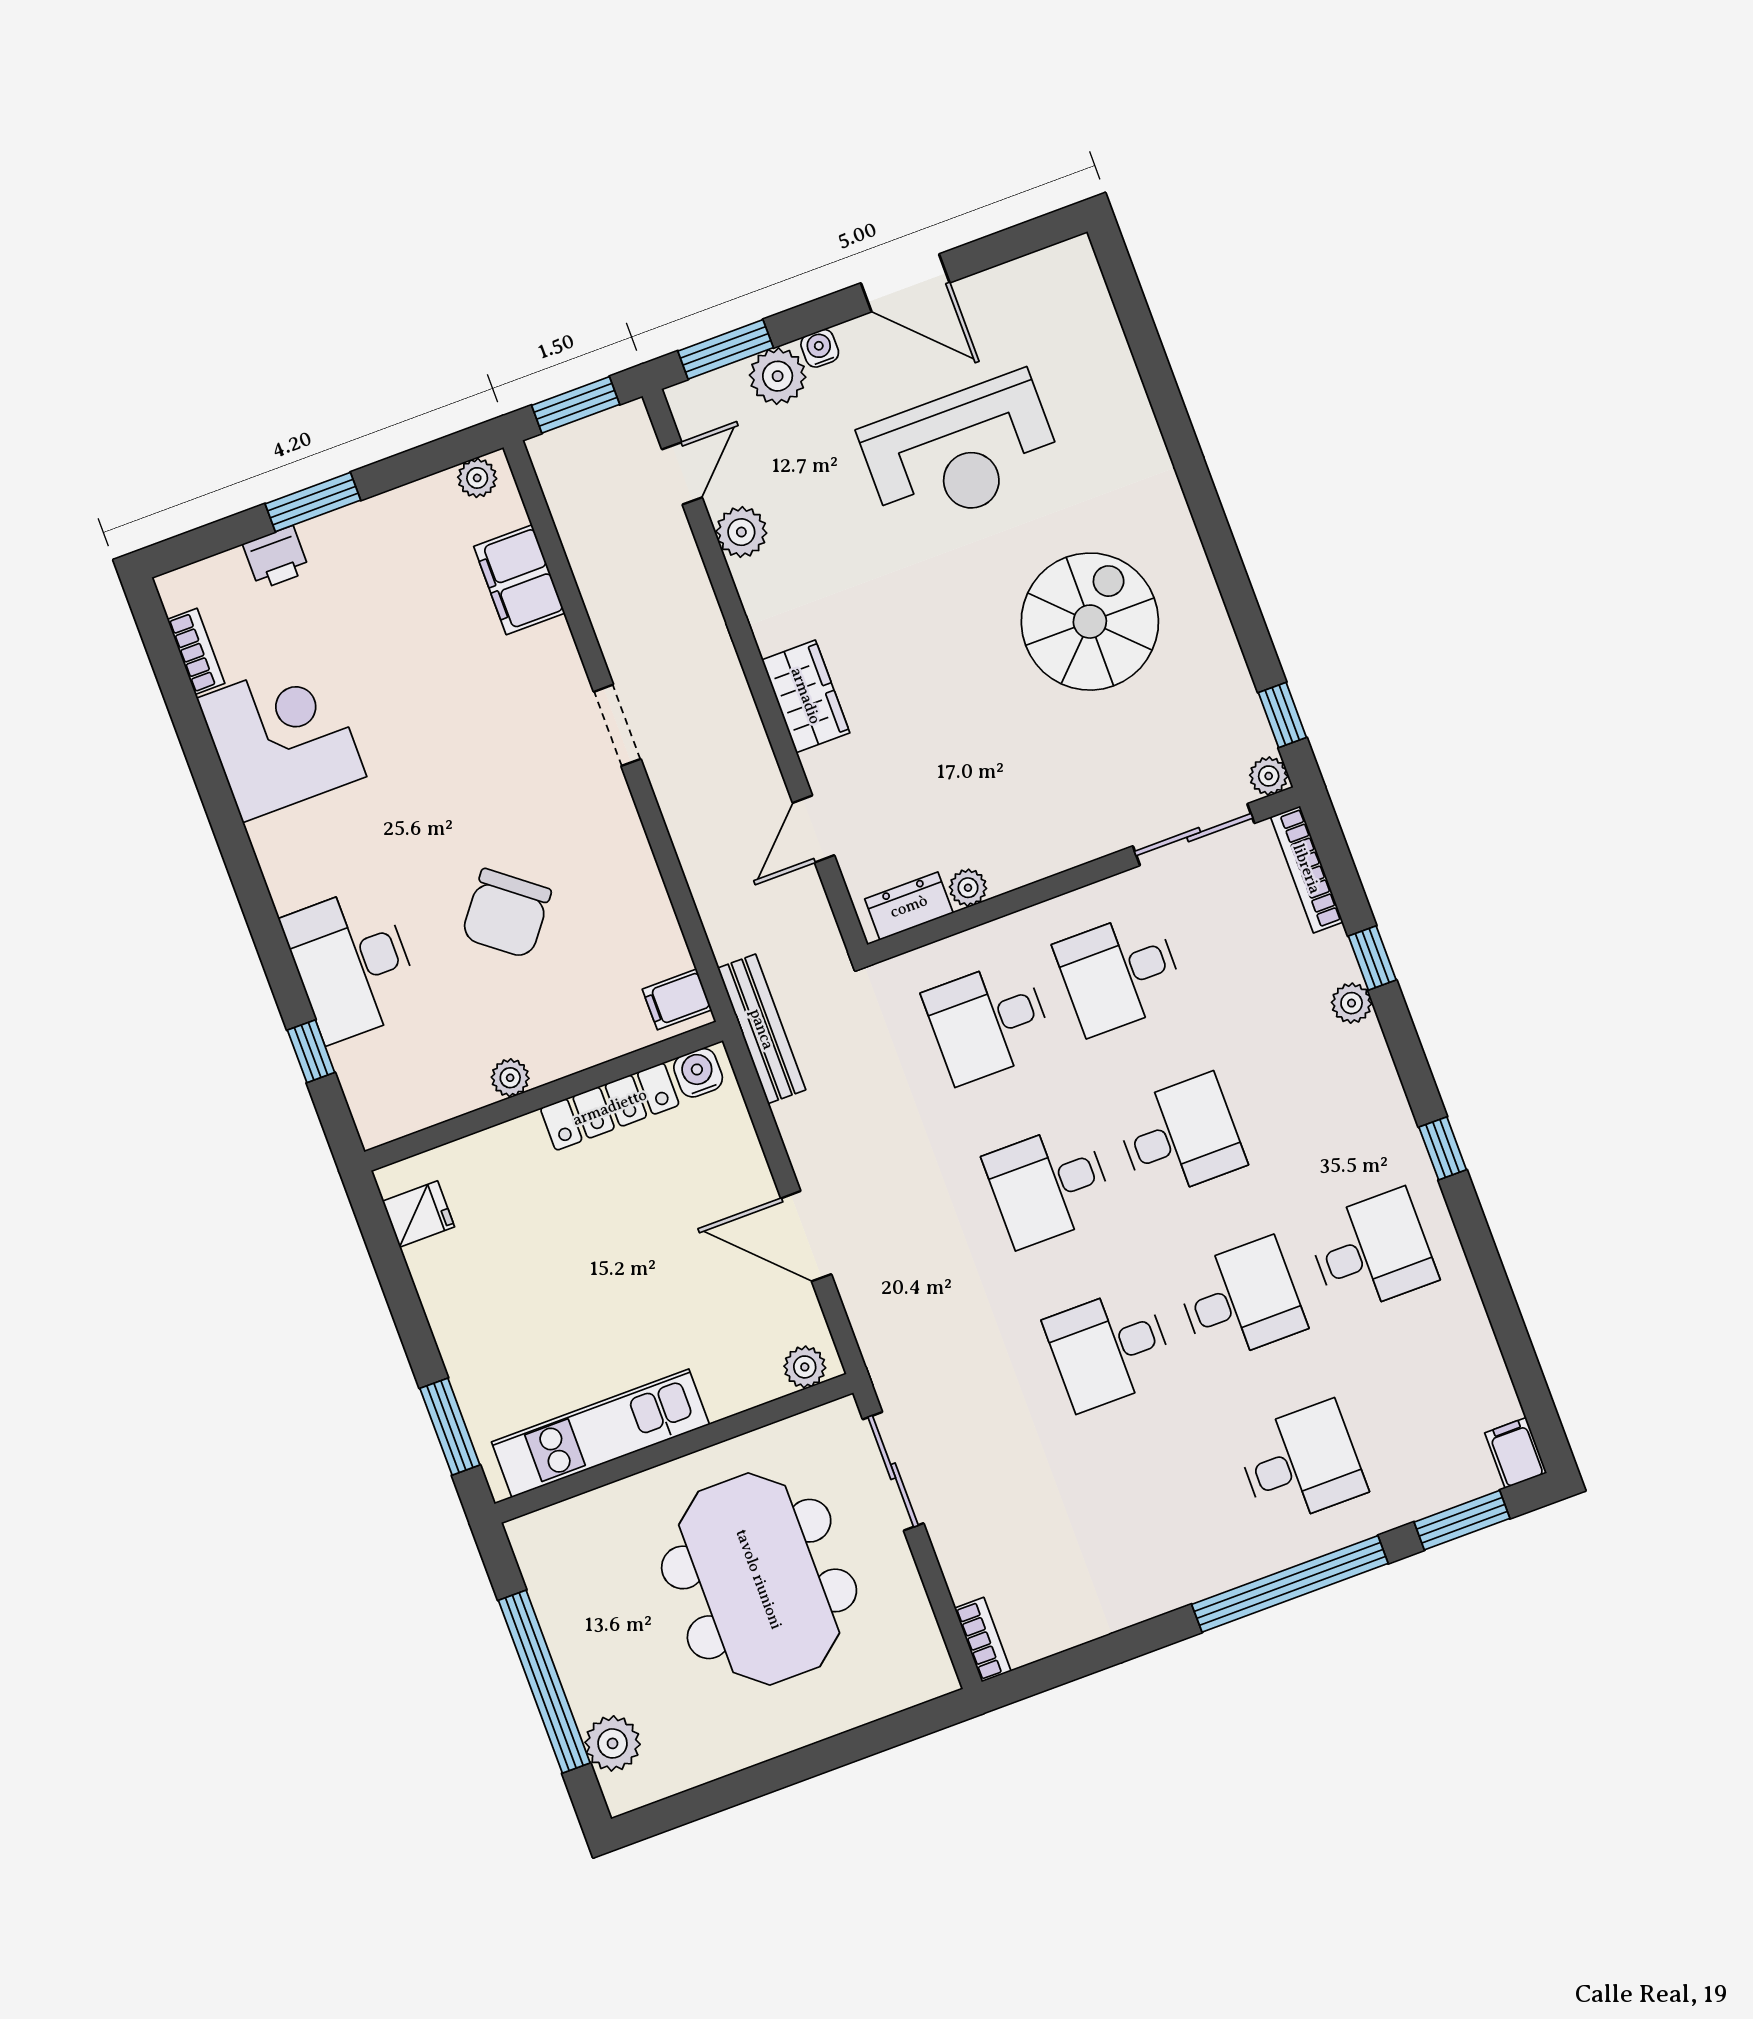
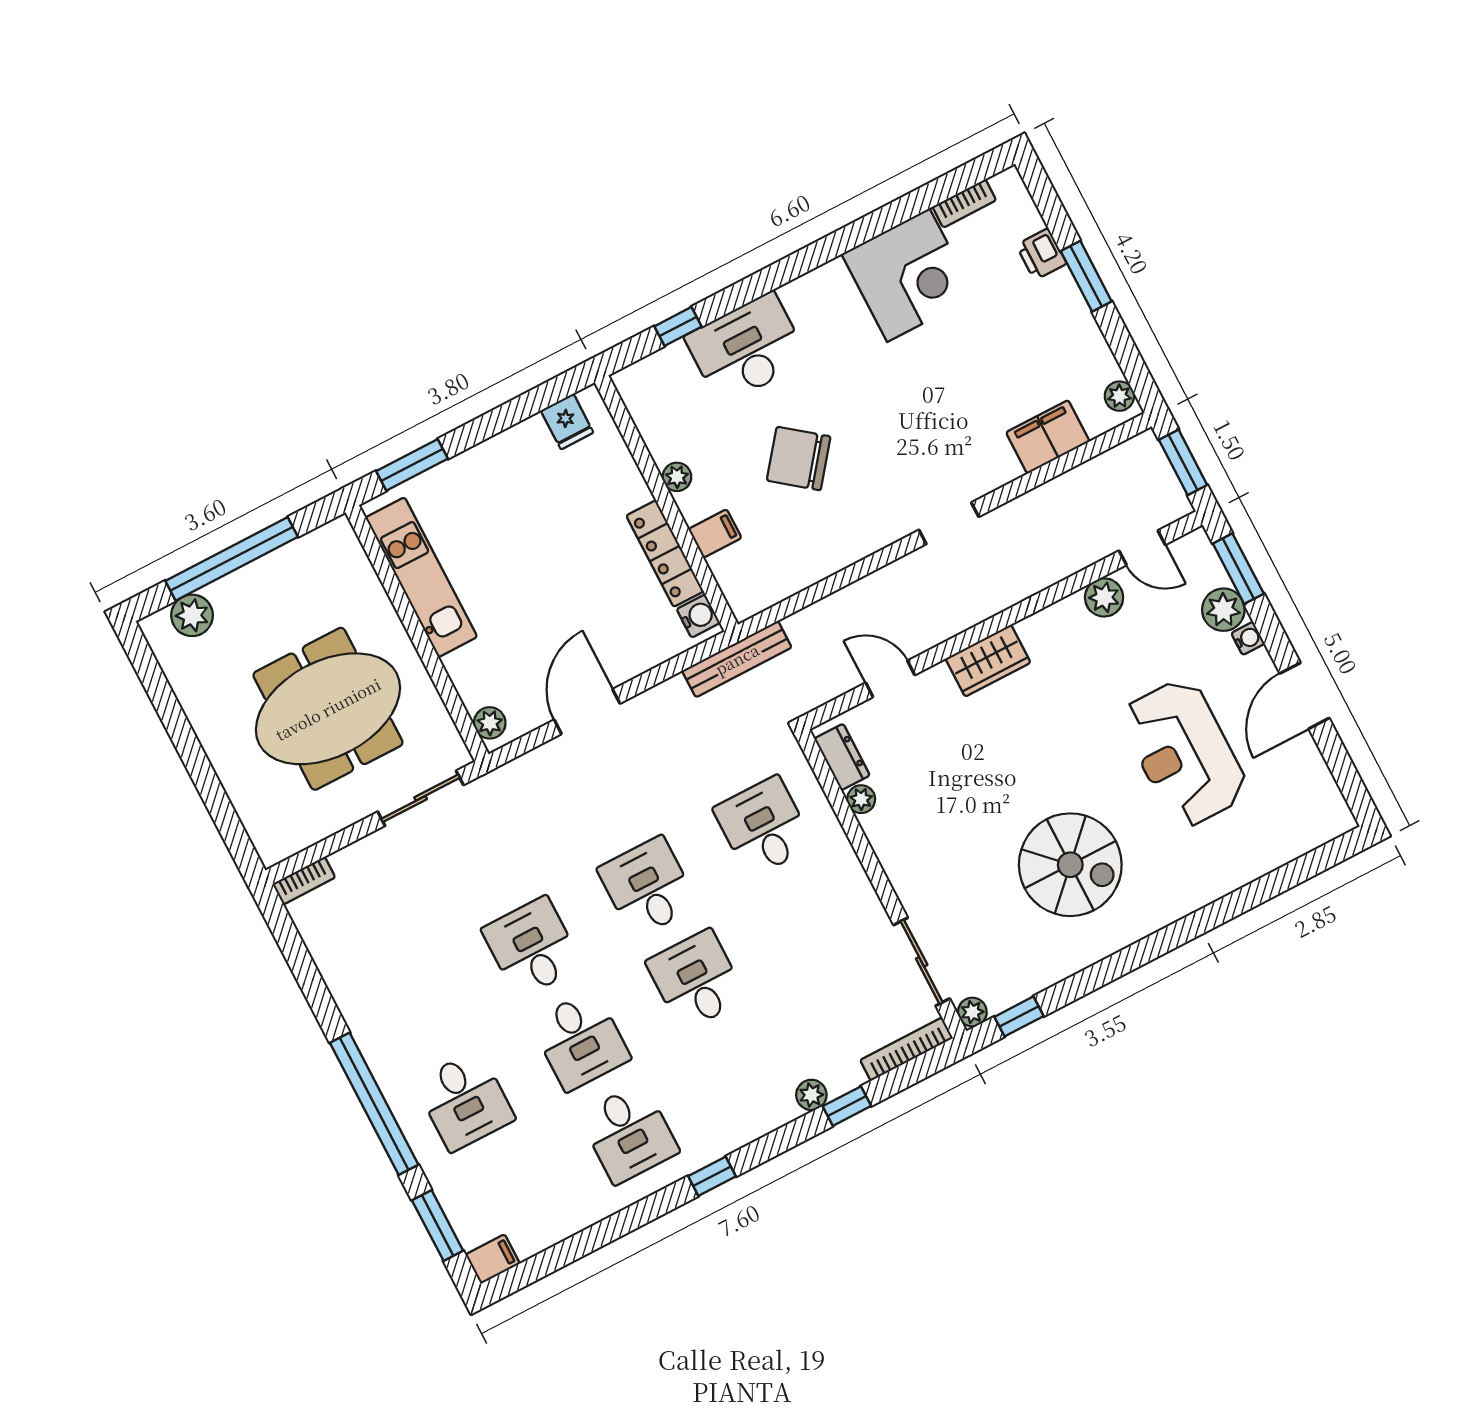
desk: (1120, 973) -> (812, 920), removed
filing cabinet: (677, 999) -> (715, 534), moved, turned 90
desk: (1180, 1137) -> (696, 980), turned 180

